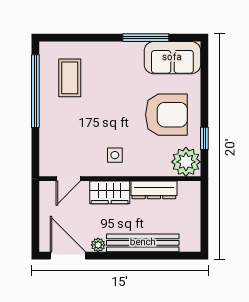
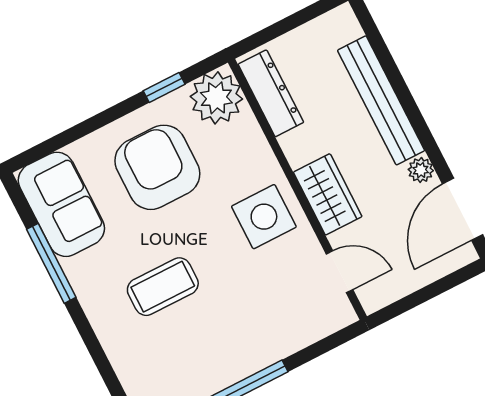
coffee table: (70, 78) -> (163, 287), moved
side table: (115, 155) -> (264, 217), width x1.87, depth x1.87
dresser: (154, 190) -> (271, 93), moved

